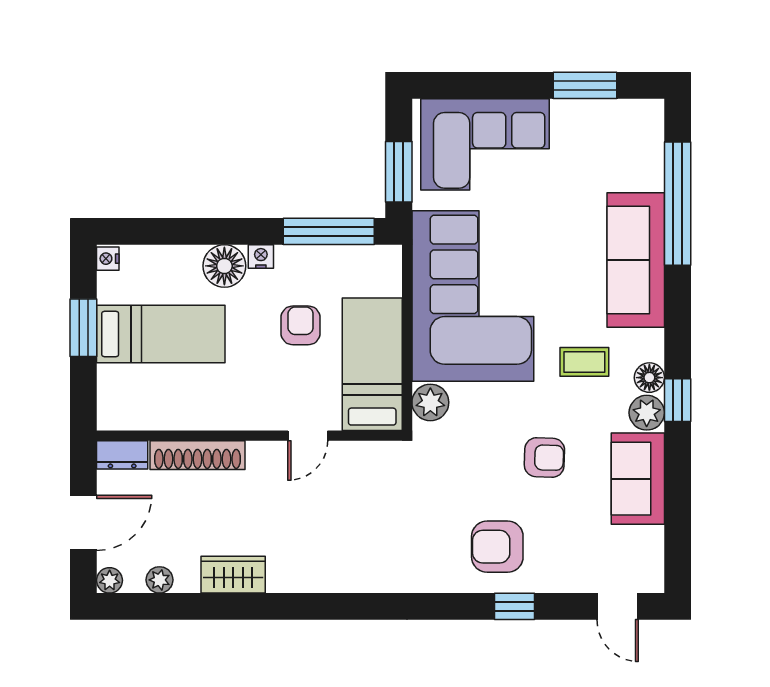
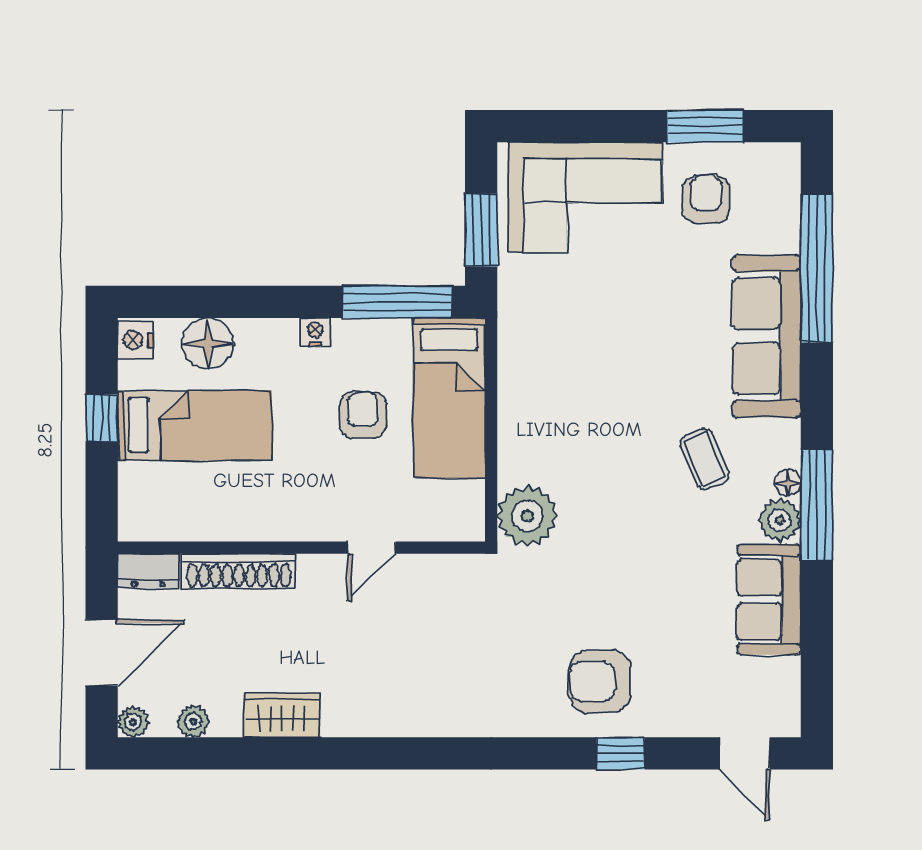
nightstand: (108, 259) -> (136, 340), width x1.39, depth x1.35
floor lamp: (224, 266) -> (208, 344), moved
corner sofa: (473, 296) -> (570, 380), removed
window: (83, 328) -> (102, 418), width x0.67
coffee table: (584, 362) -> (705, 459), turned 67
bed: (372, 364) -> (449, 398), moved, turned 180
floor lamp: (649, 378) -> (788, 483), width x0.73, depth x0.73
window: (678, 400) -> (817, 505), width x2.17
plant: (430, 402) -> (527, 516), width x1.36, depth x1.36
armchair: (544, 457) -> (706, 199), moved, turned -92

